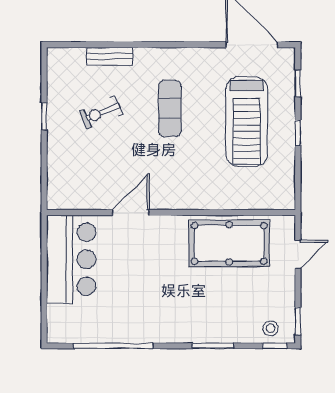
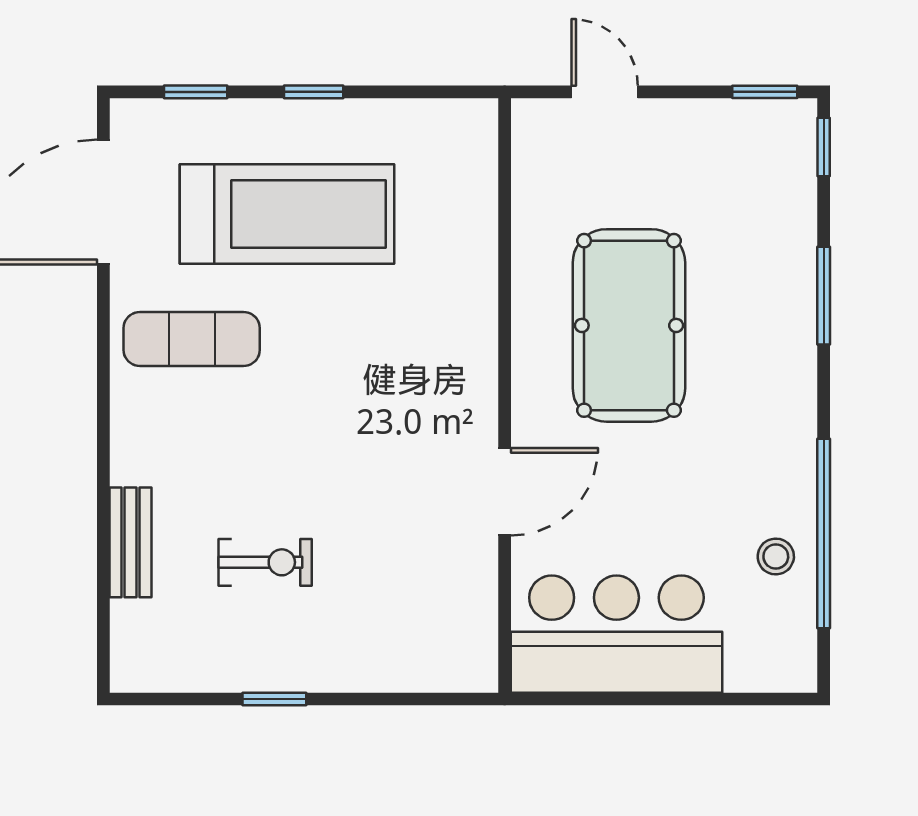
exercise mat: (170, 108) -> (192, 339), moved
exercise bike: (101, 112) -> (265, 562), turned -67
door: (131, 213) -> (505, 492), swing flipped
pool table: (229, 243) -> (629, 325), moved
stool: (271, 328) -> (776, 556), moved

